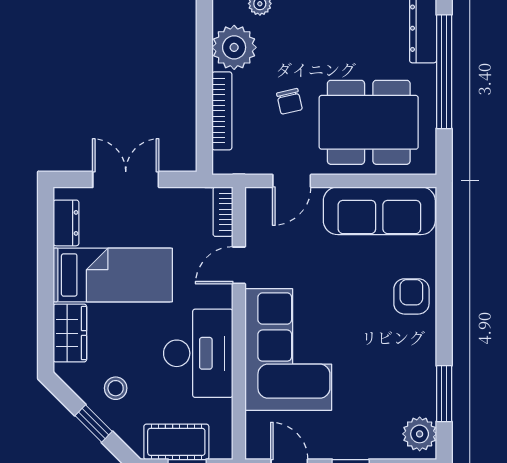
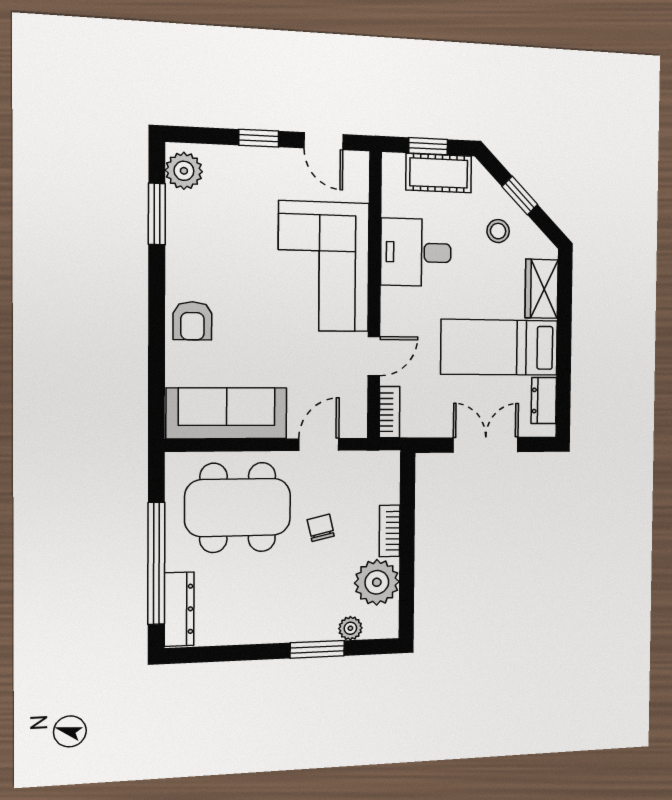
bookcase: (222, 111) -> (390, 531), width x0.64
double door: (126, 179) -> (486, 445), swing flipped
desk: (198, 353) -> (416, 252), width x0.73

